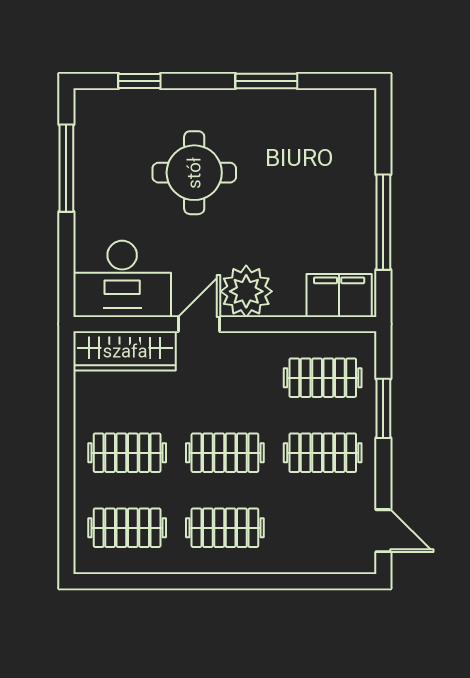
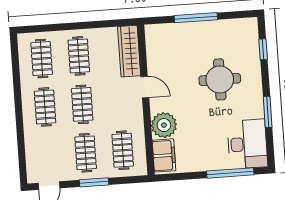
window: (66, 168) -> (196, 18), moved
window: (383, 222) -> (230, 173), moved
desk: (122, 279) -> (247, 144), moved, turned 180
plant: (246, 291) -> (164, 125), moved
window: (383, 408) -> (94, 182), moved

